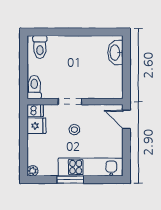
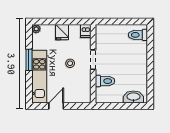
toilet: (34, 87) -> (105, 81), moved
door: (126, 119) -> (56, 106), moved
fridge: (36, 126) -> (62, 32), moved

